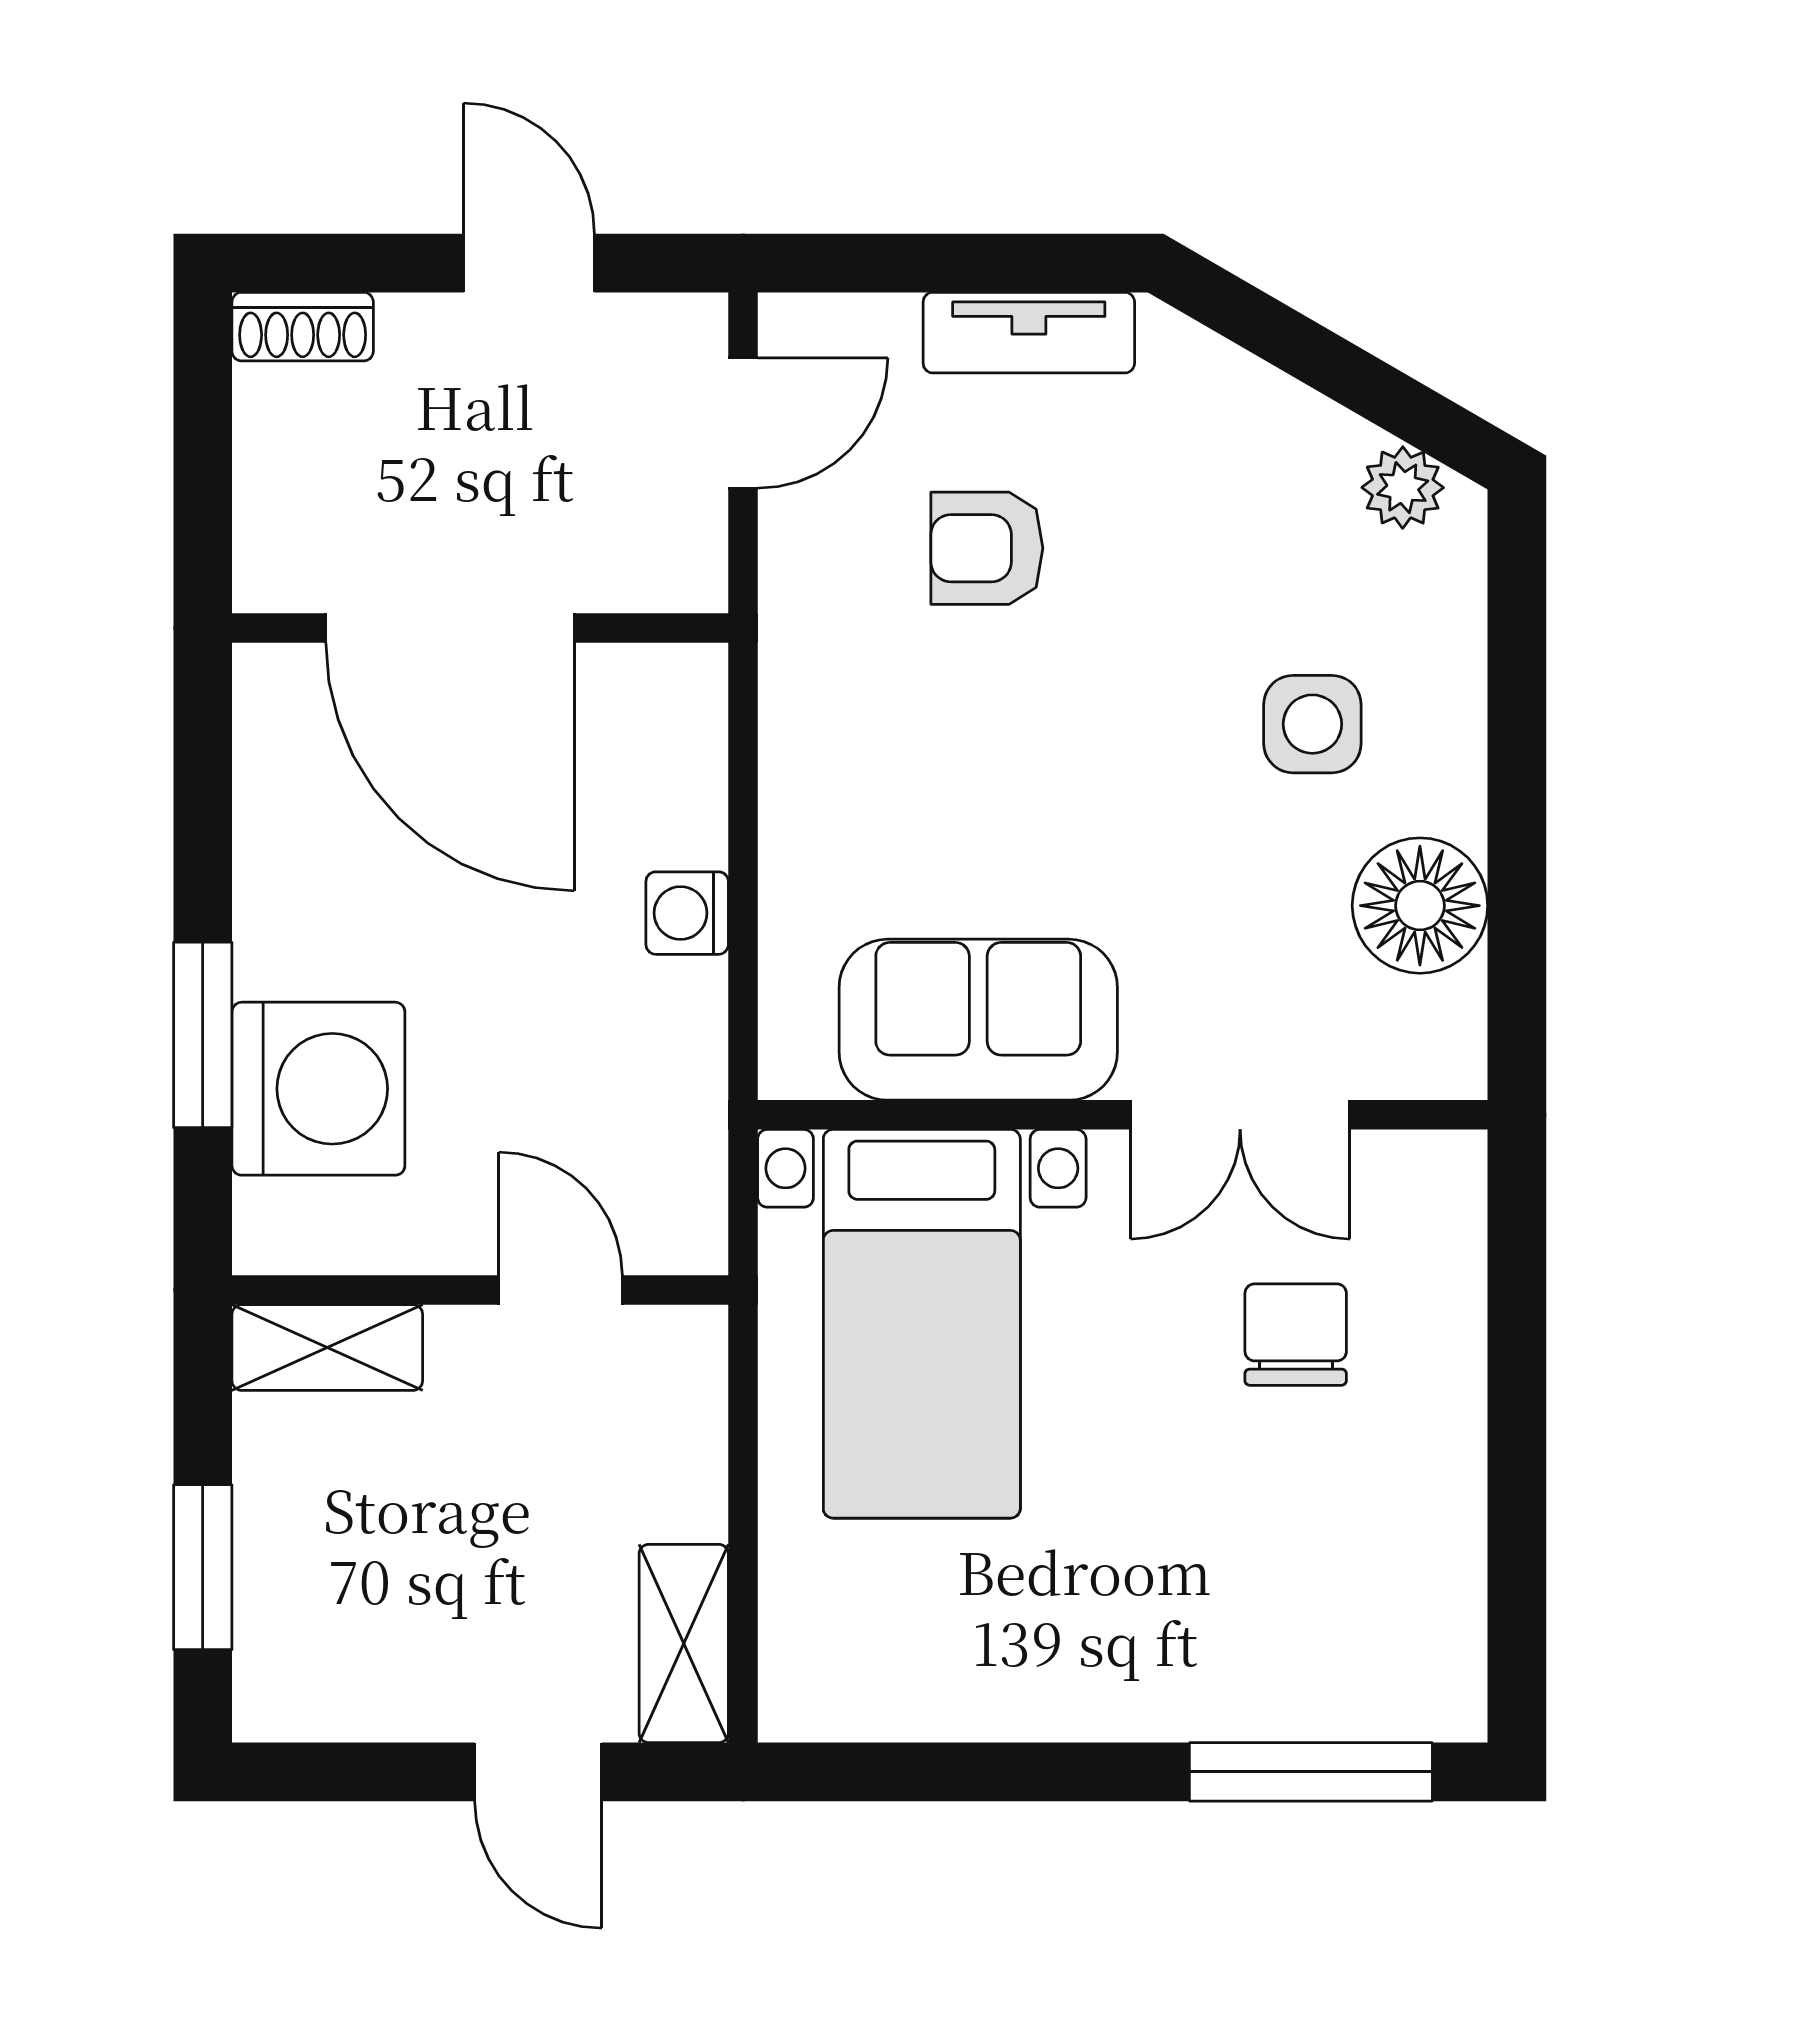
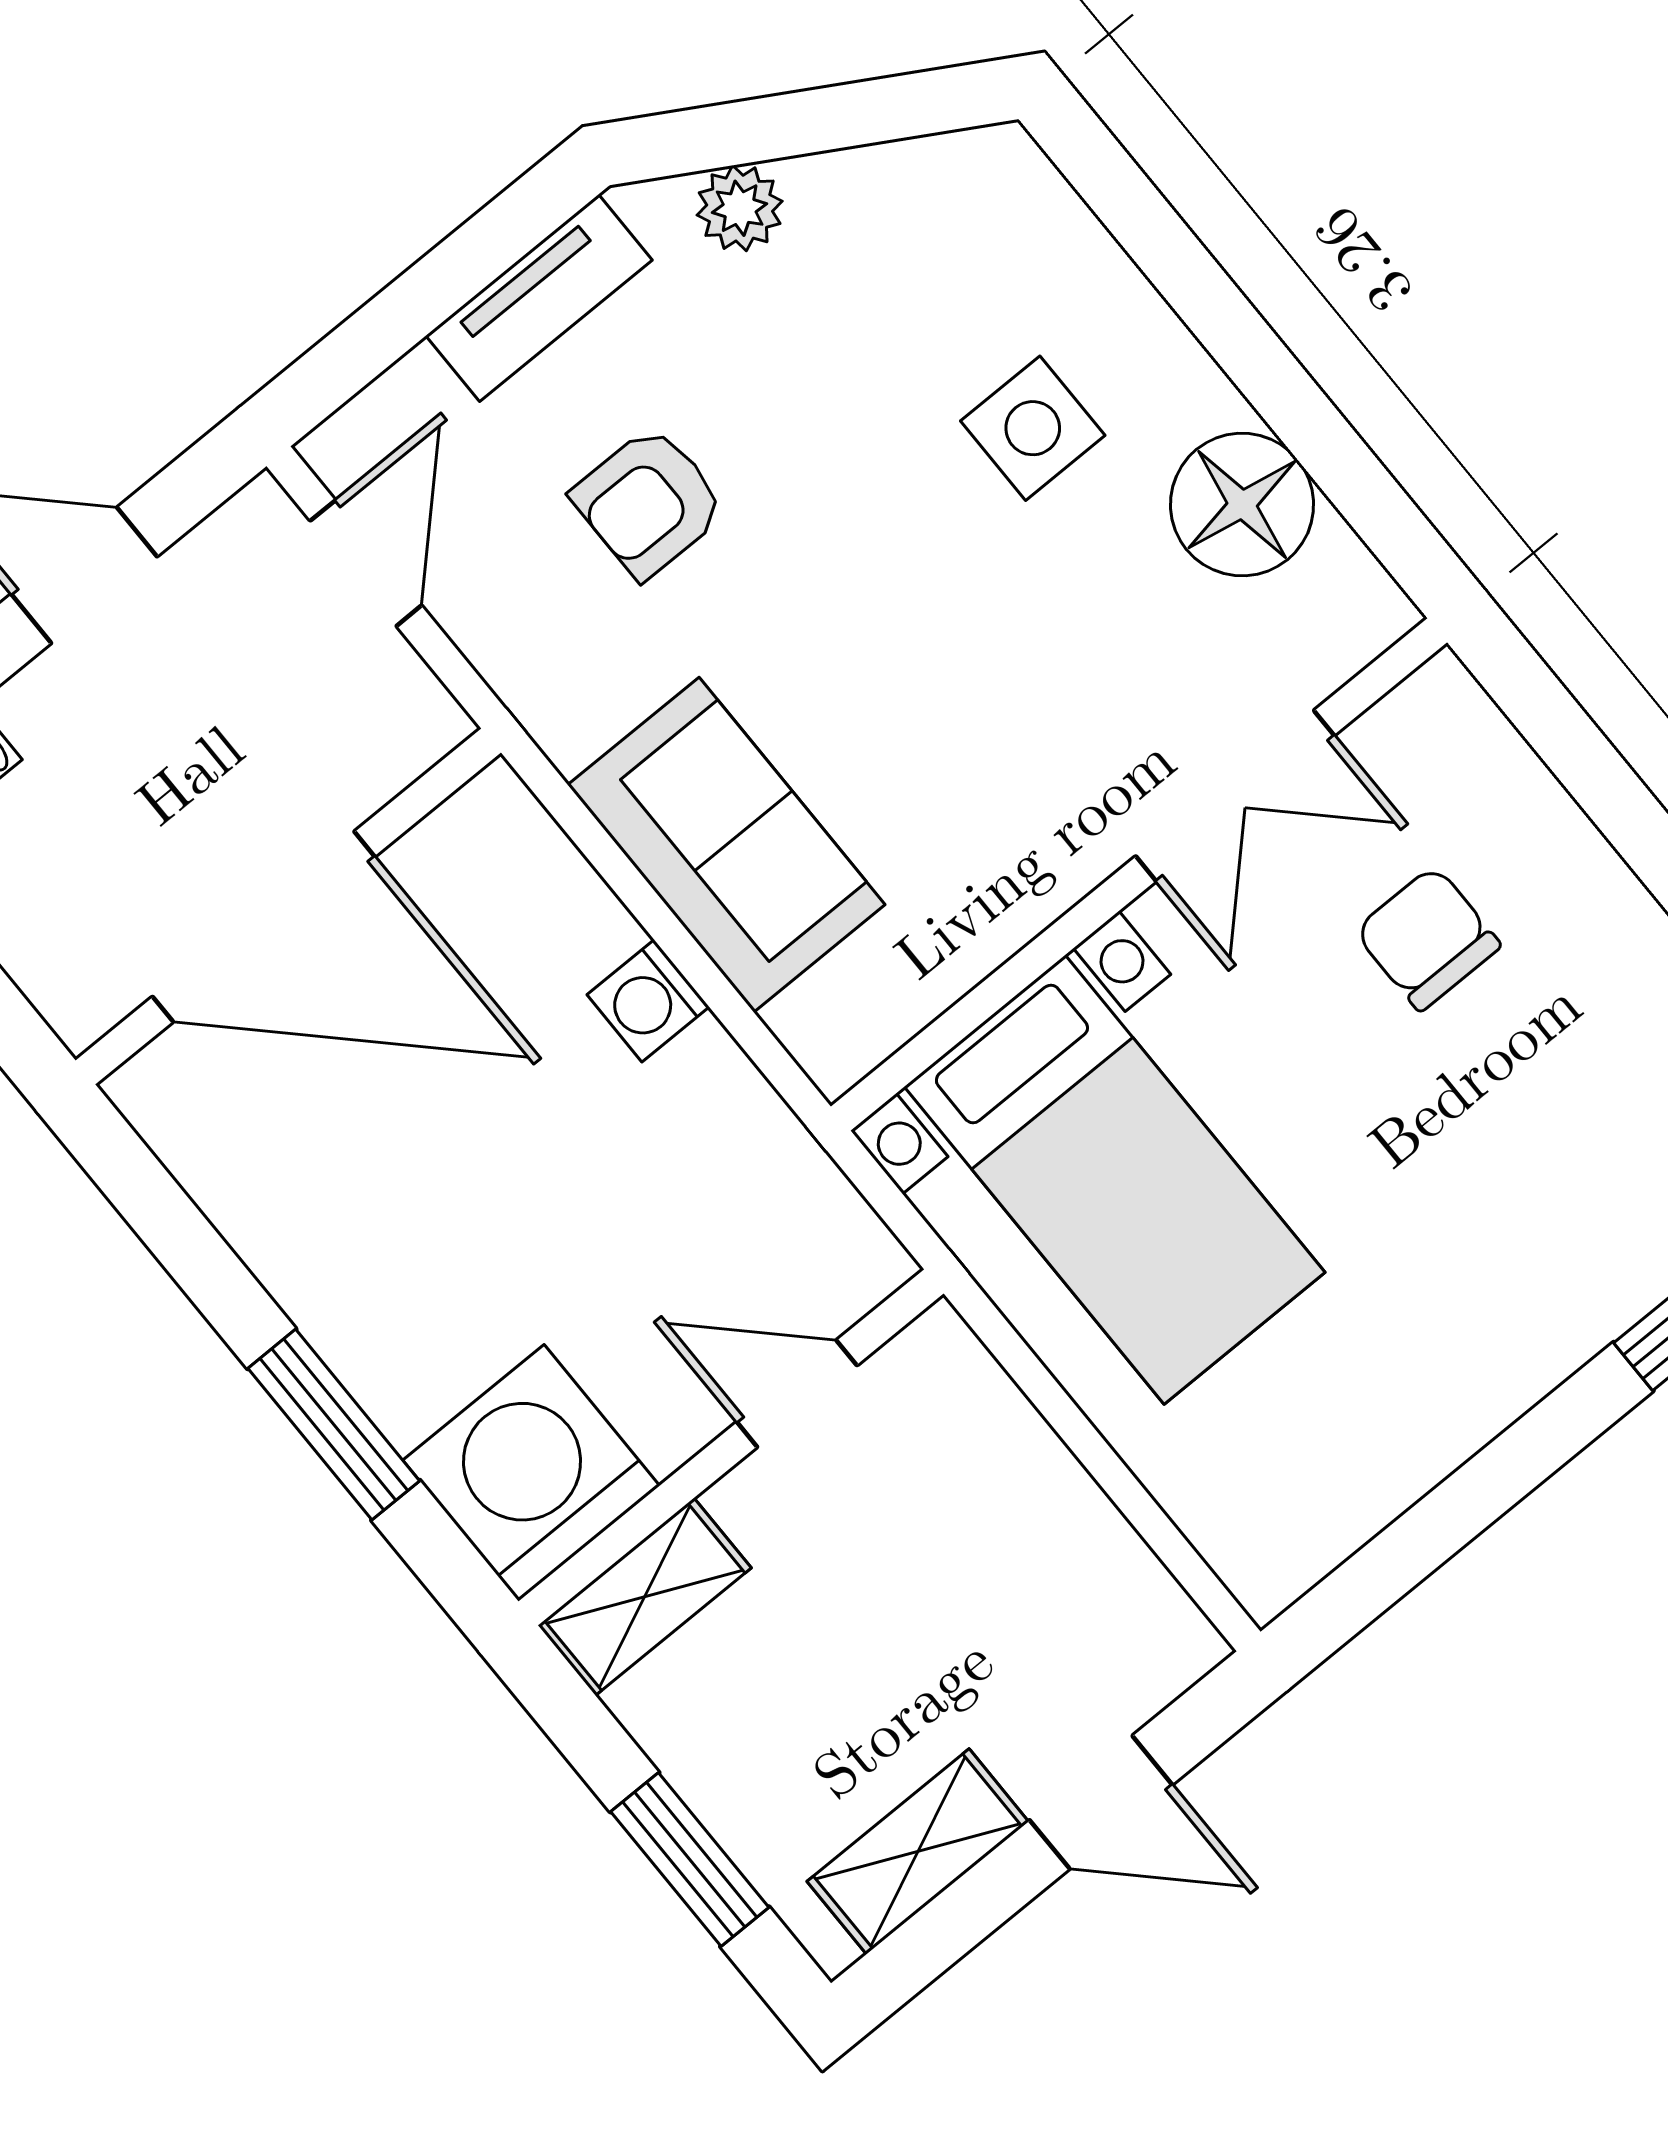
plant: (1403, 488) -> (740, 208), moved
sofa: (978, 1020) -> (726, 845), moved, turned 90
washing machine: (318, 1089) -> (531, 1473), moved, turned -90
shelving: (684, 1643) -> (918, 1851), moved, turned 90

